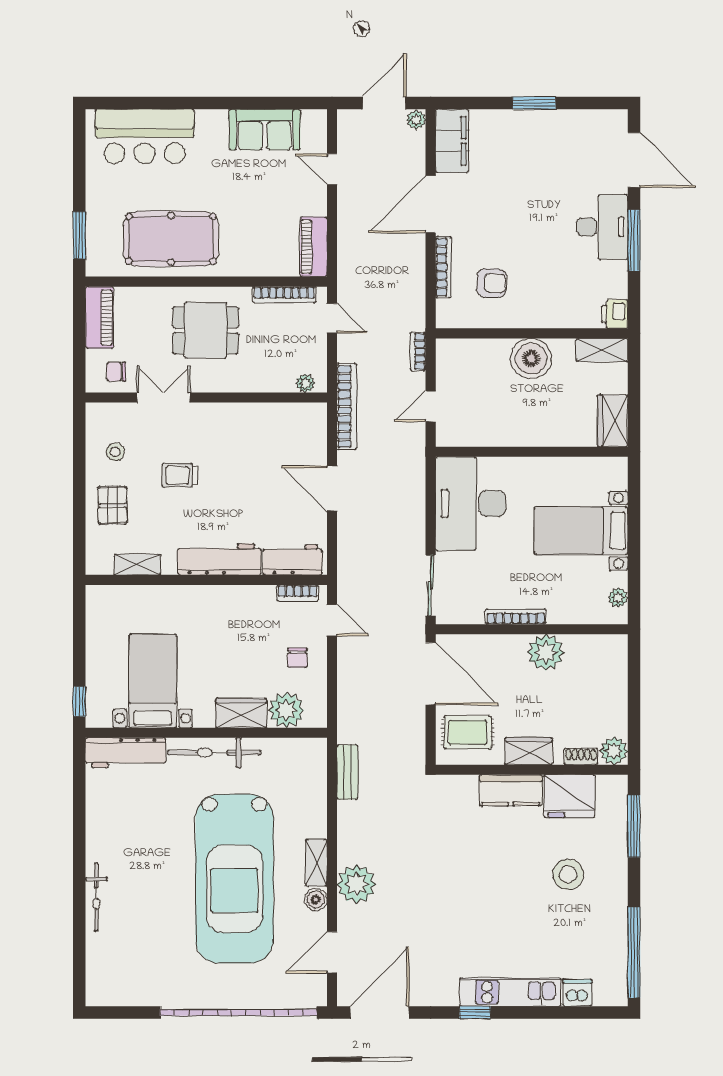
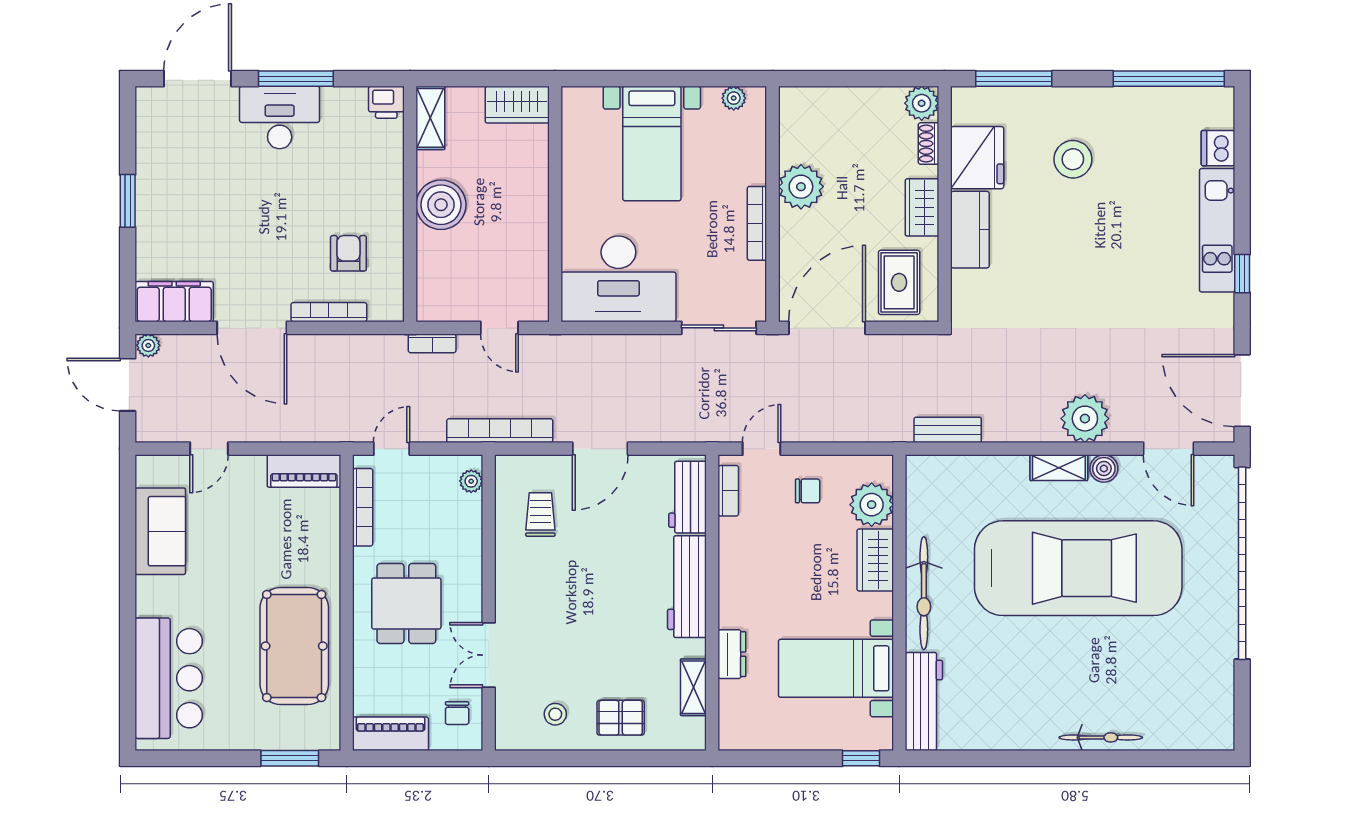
trolley: (180, 475) -> (540, 514), moved, turned 180
dresser: (164, 596) -> (732, 654), added

